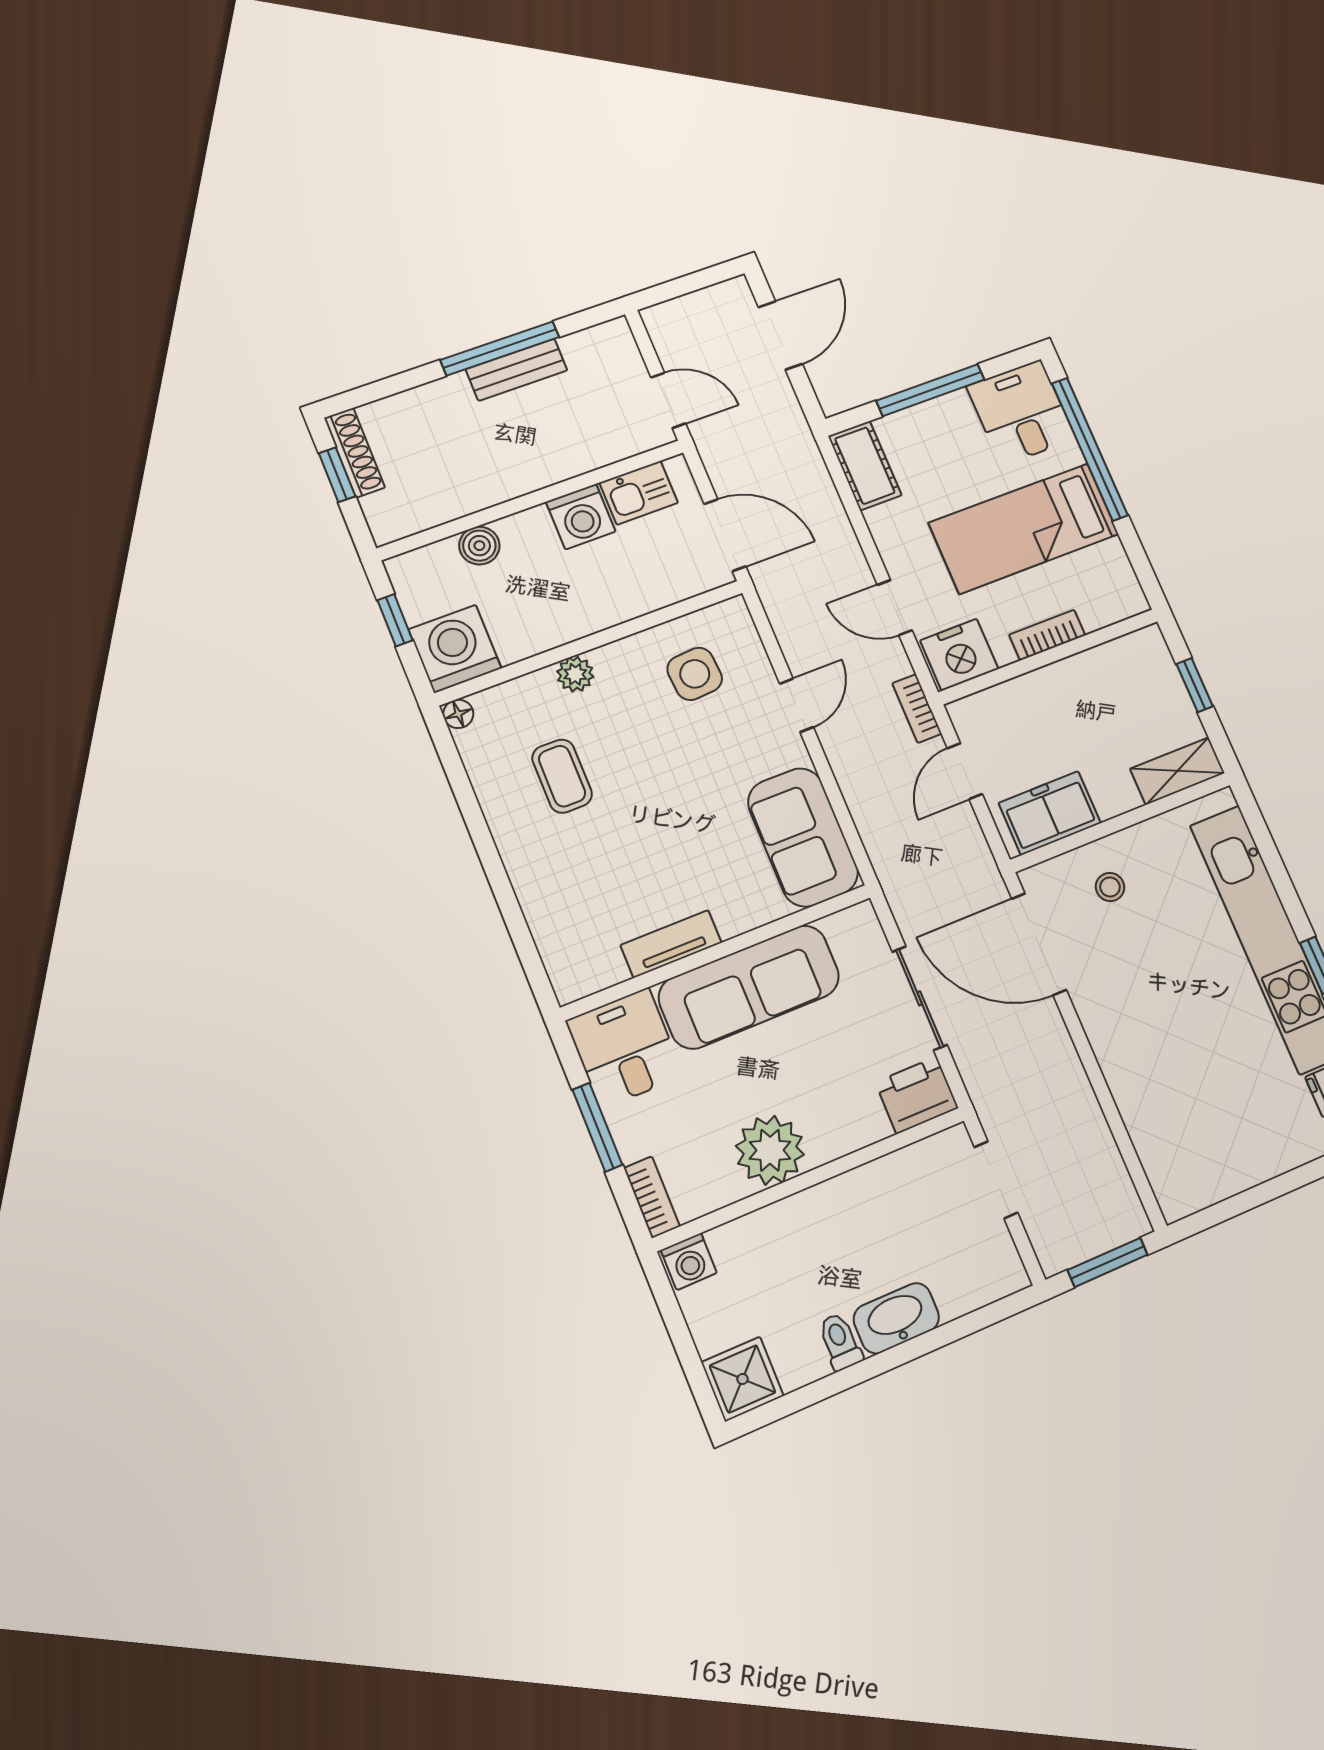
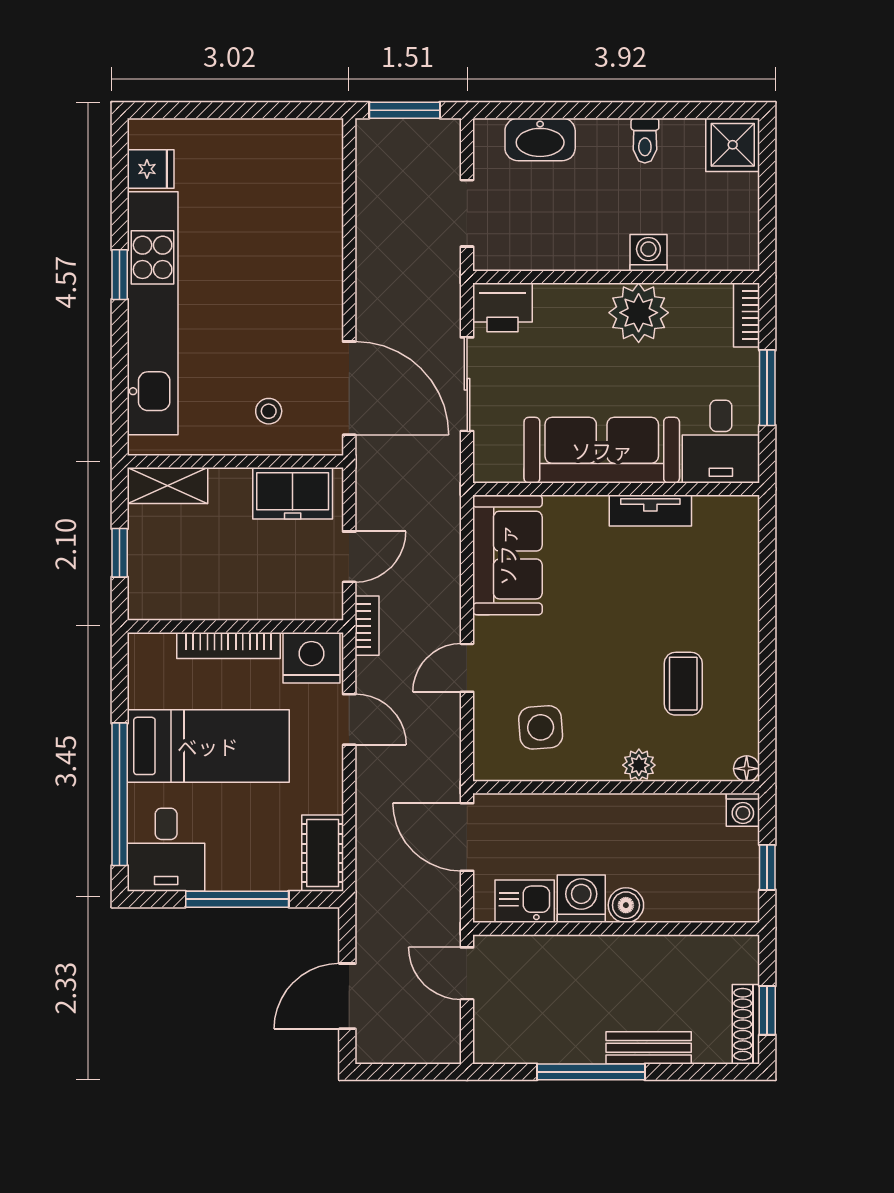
bench: (517, 370) -> (649, 1048), moved
boiler: (479, 546) -> (626, 905), moved
bookcase: (1047, 635) -> (228, 645), width x1.56
washing machine: (455, 649) -> (743, 810), width x0.53, depth x0.53
washing machine: (689, 1262) -> (648, 253), moved
washbasin: (896, 1318) -> (540, 139), moved

